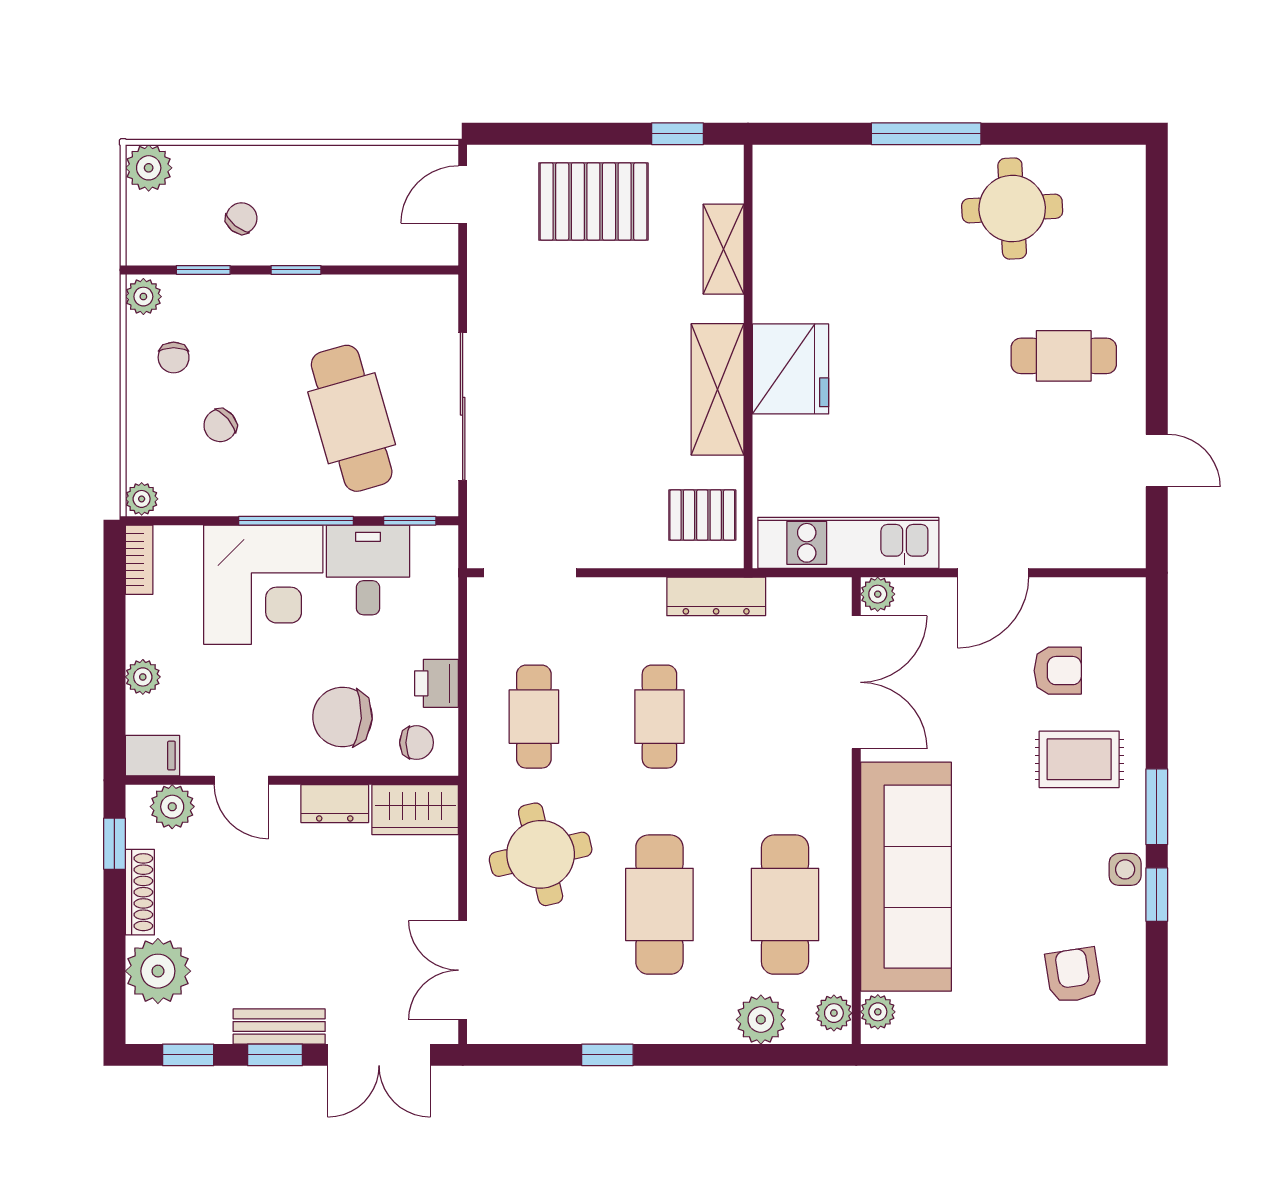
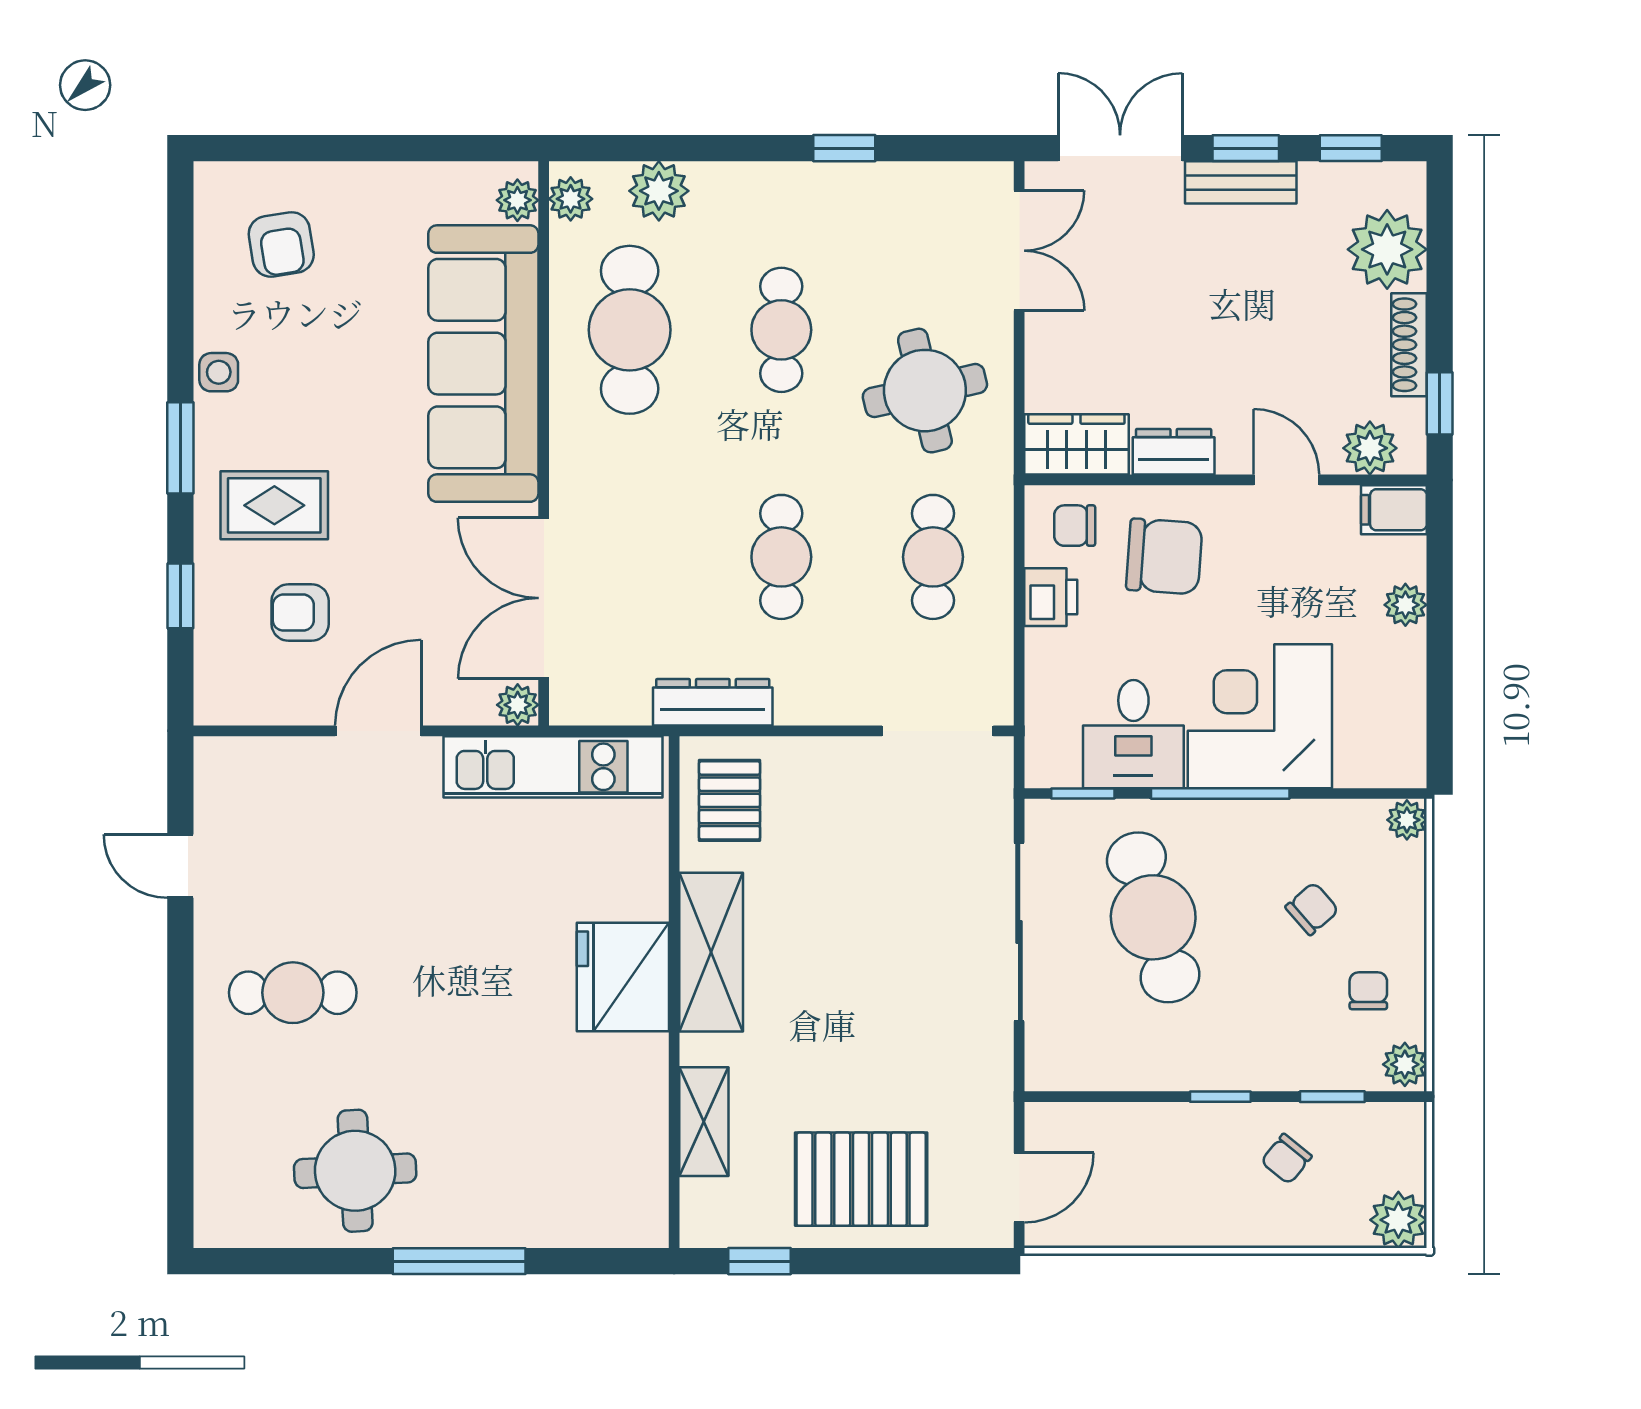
pallet: (702, 515) -> (730, 800), turned 90
bookcase: (139, 560) -> (1410, 746), removed
window: (1157, 895) -> (180, 596), moved
cafe table: (659, 905) -> (781, 330), width x0.73, depth x0.74

